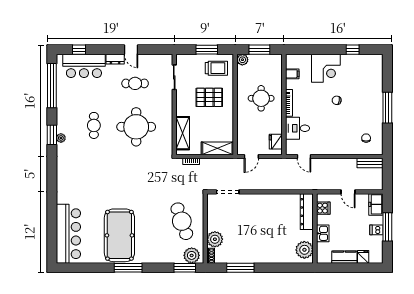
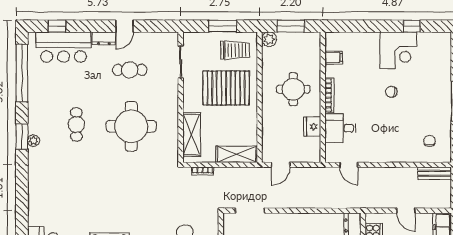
door: (131, 50) -> (125, 26), hinge flipped
corner desk: (326, 68) -> (398, 50), moved
pallet: (209, 97) -> (226, 88), width x1.37, depth x1.41
fridge: (276, 142) -> (312, 127), moved

